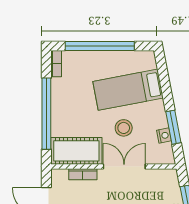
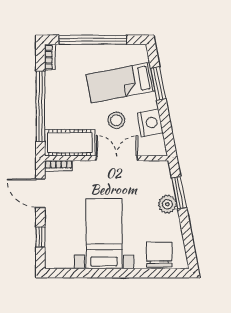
window: (173, 127) -> (158, 84), moved
nightstand: (164, 136) -> (150, 123), width x1.89, depth x1.79
bookcase: (83, 174) -> (59, 166), moved

